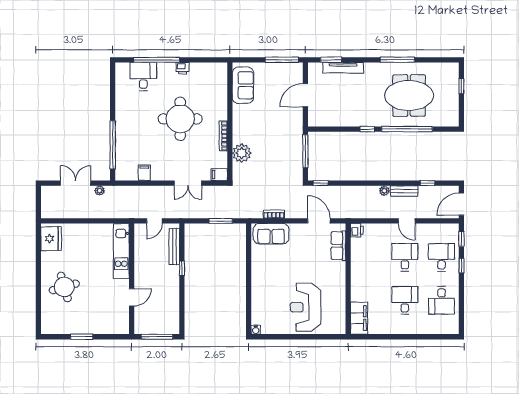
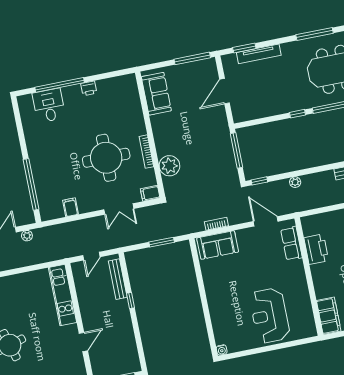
round table: (180, 119) -> (106, 158), moved
plant: (384, 191) -> (295, 182), moved
printer: (357, 230) -> (316, 249), moved, width x1.87, depth x1.48

